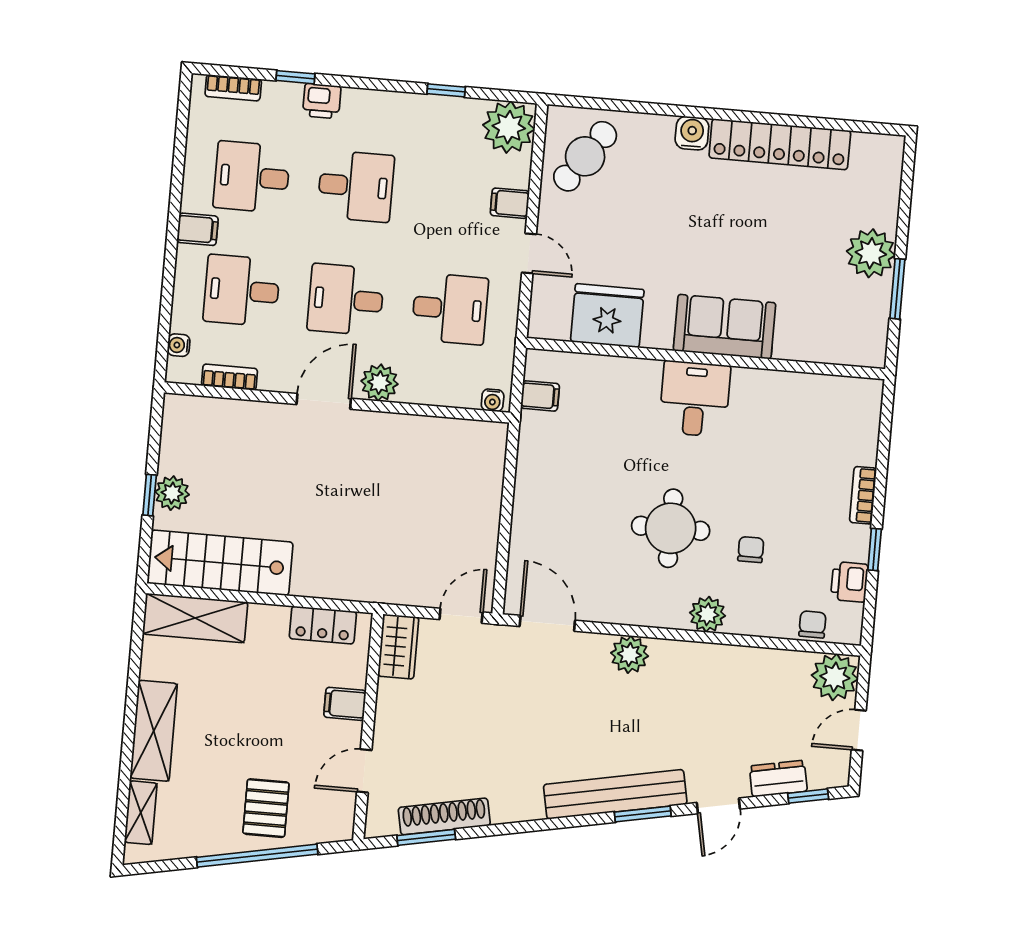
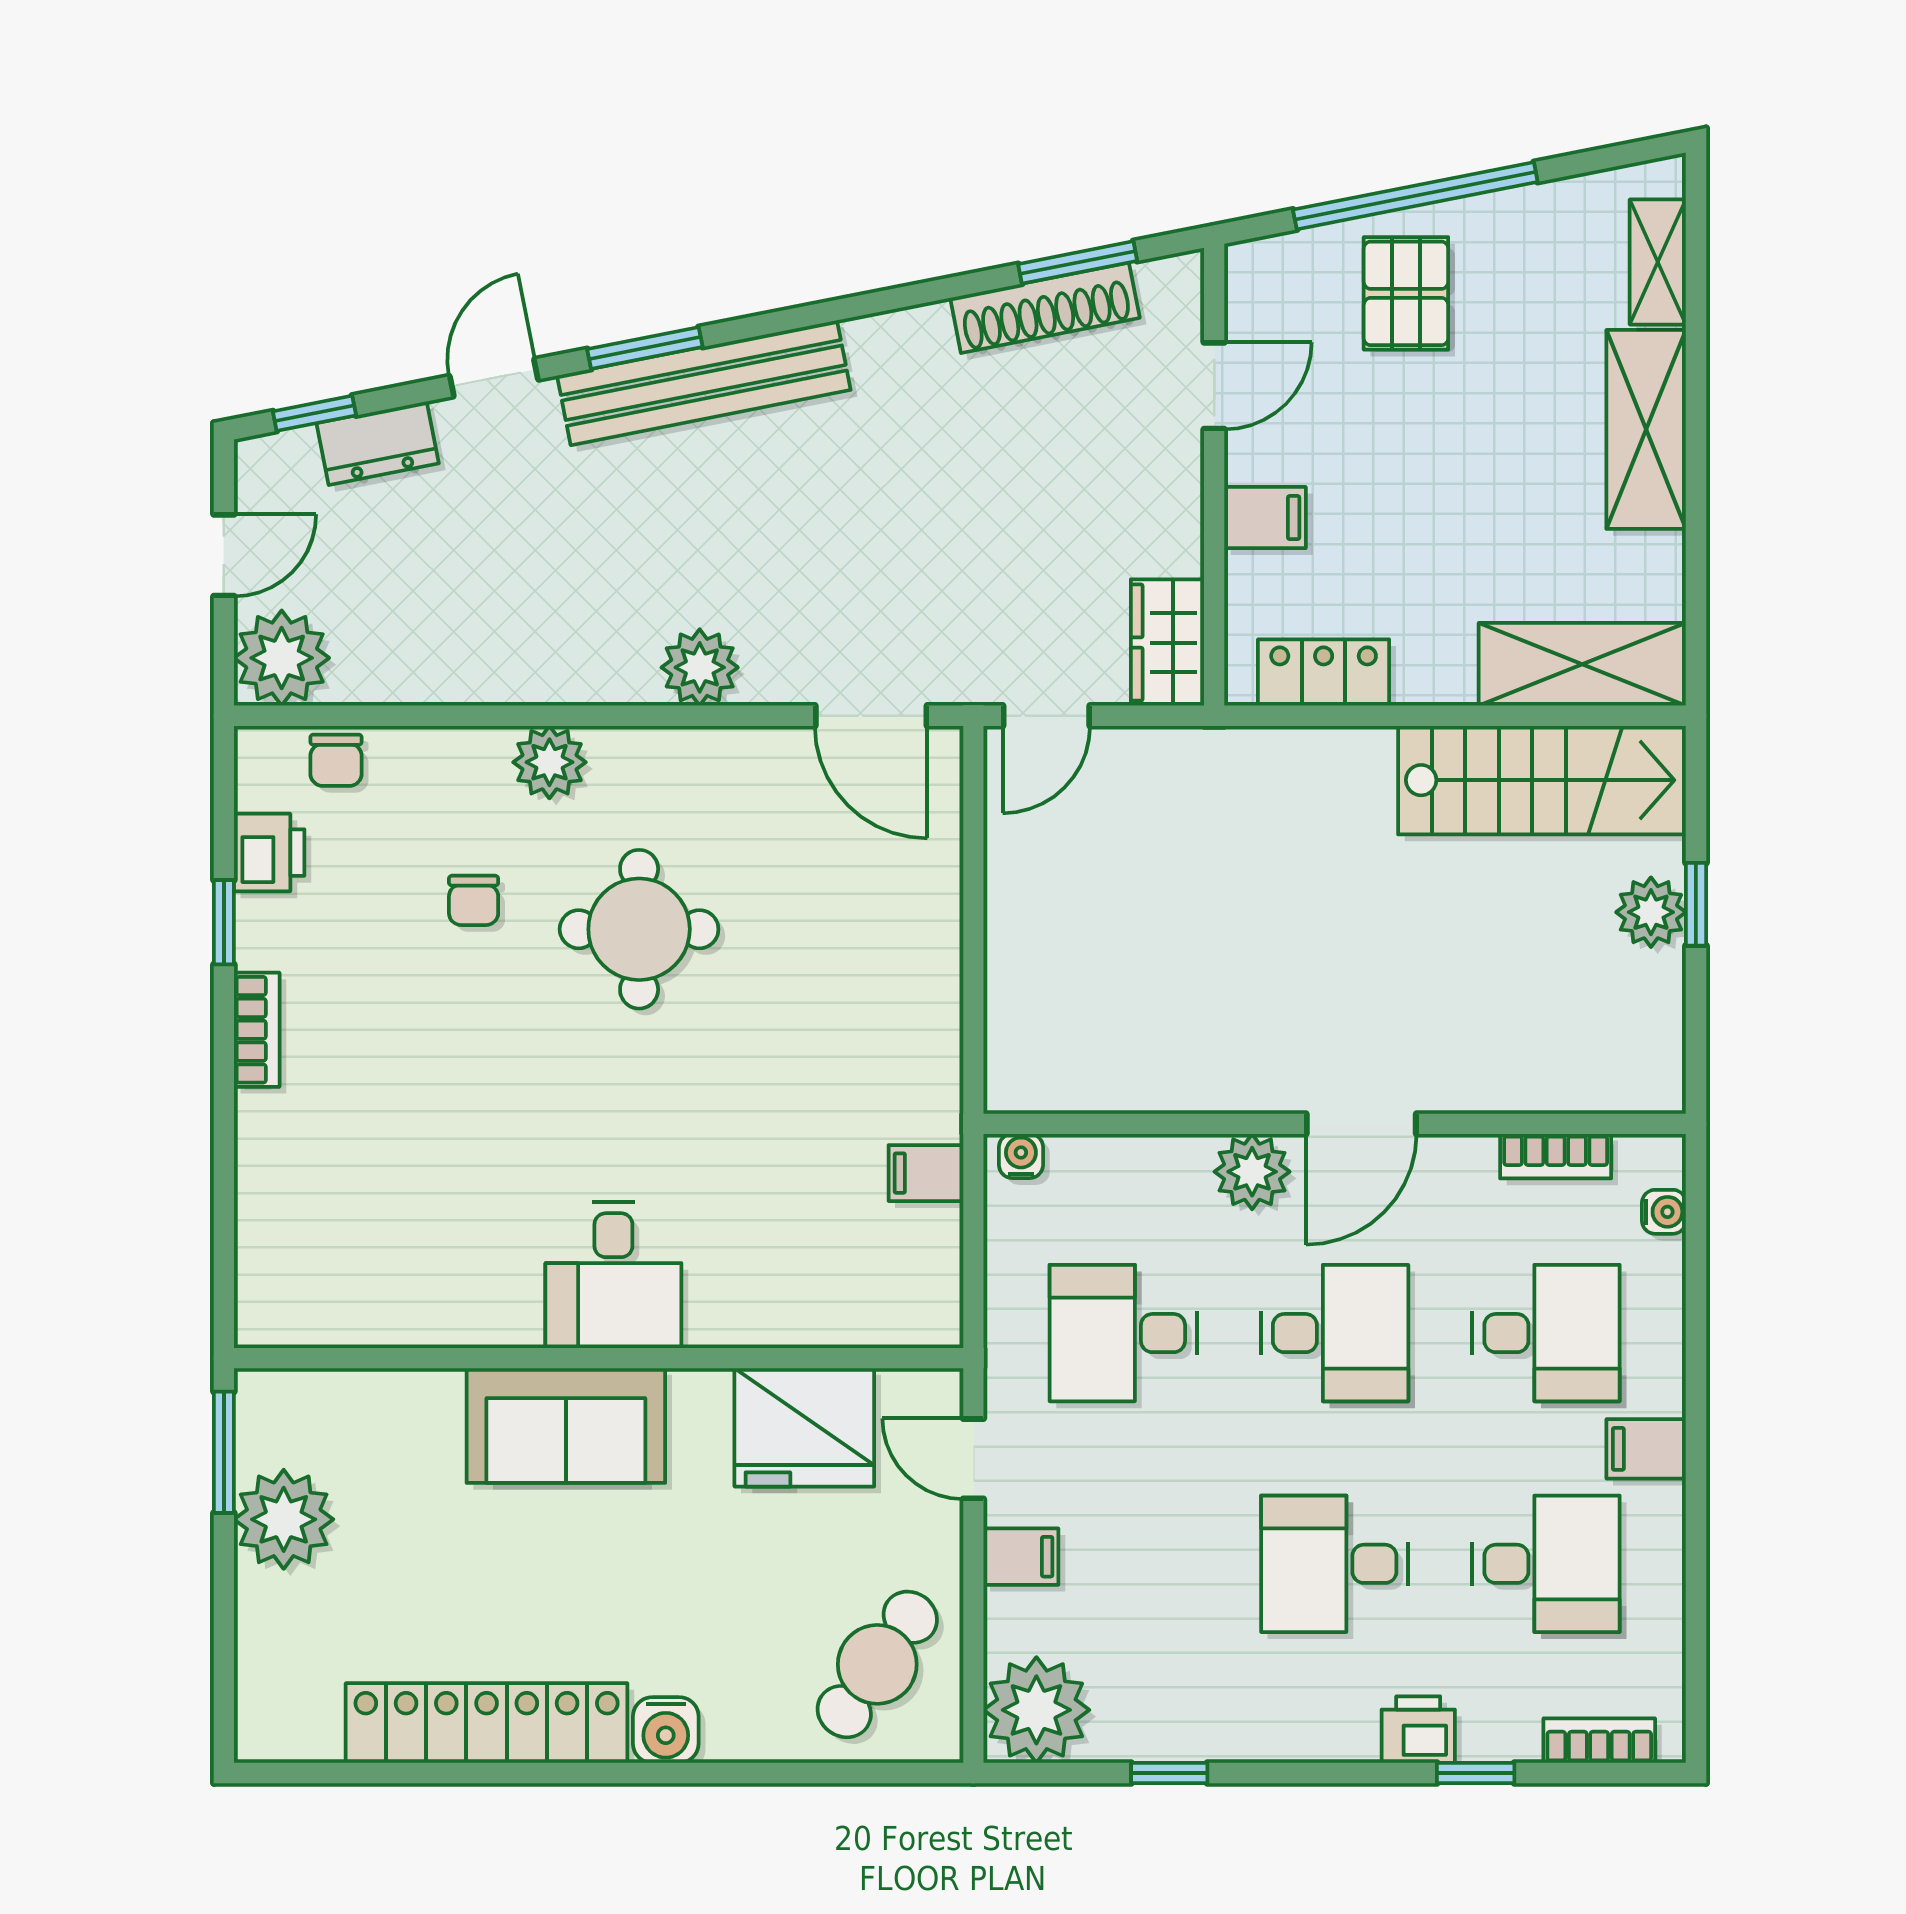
fridge: (607, 316) -> (804, 1427), moved
sofa: (725, 327) -> (566, 1426), moved
wall: (706, 358) -> (599, 1358), moved
desk: (695, 399) -> (613, 1275), moved

